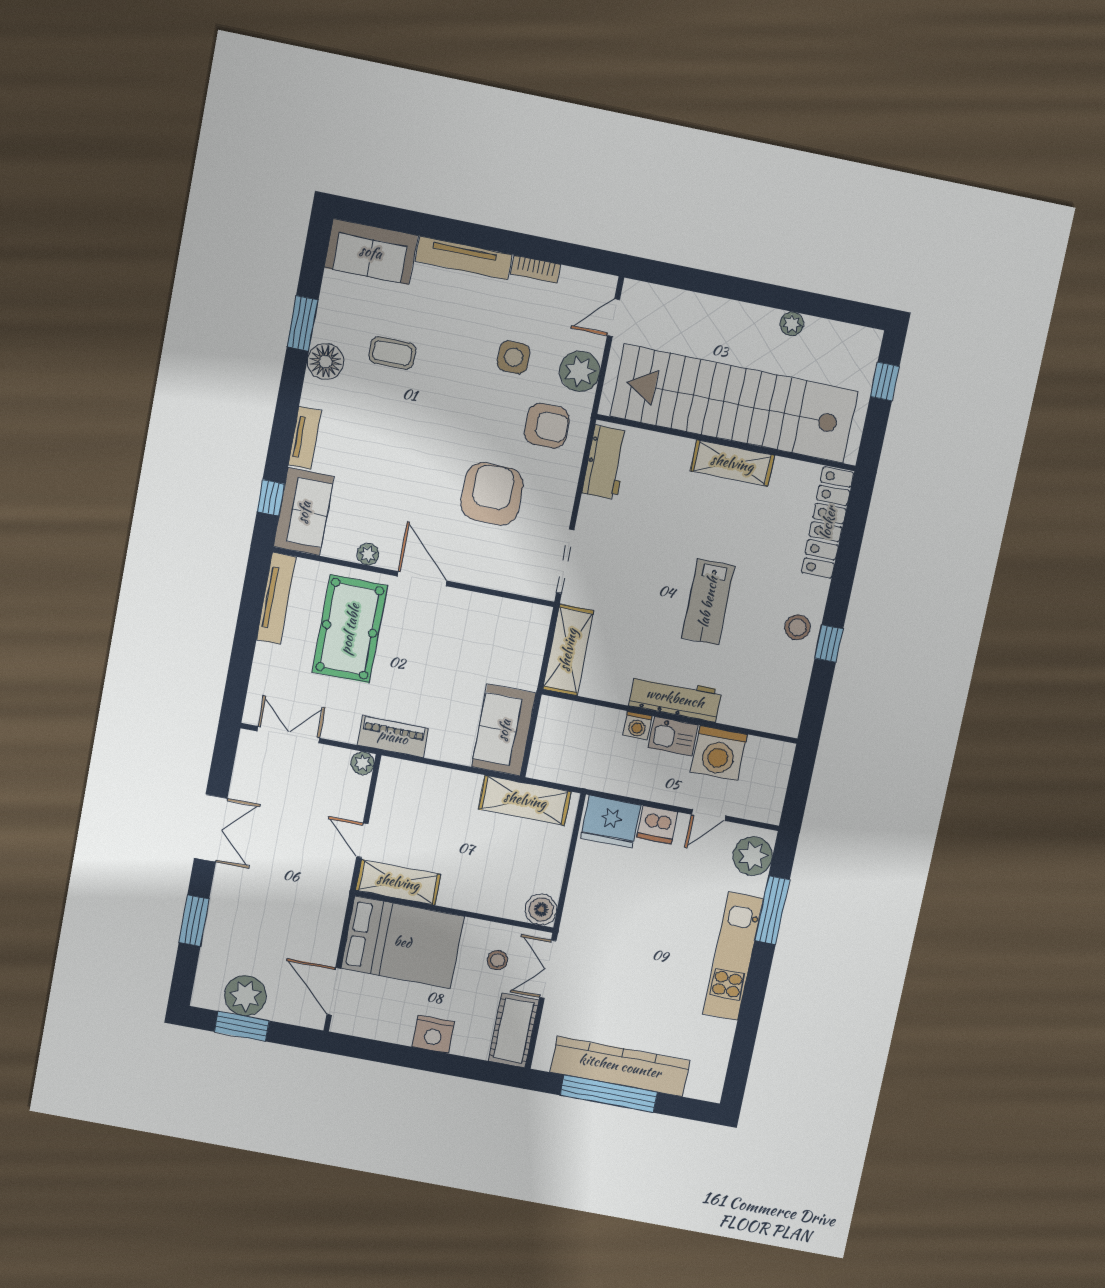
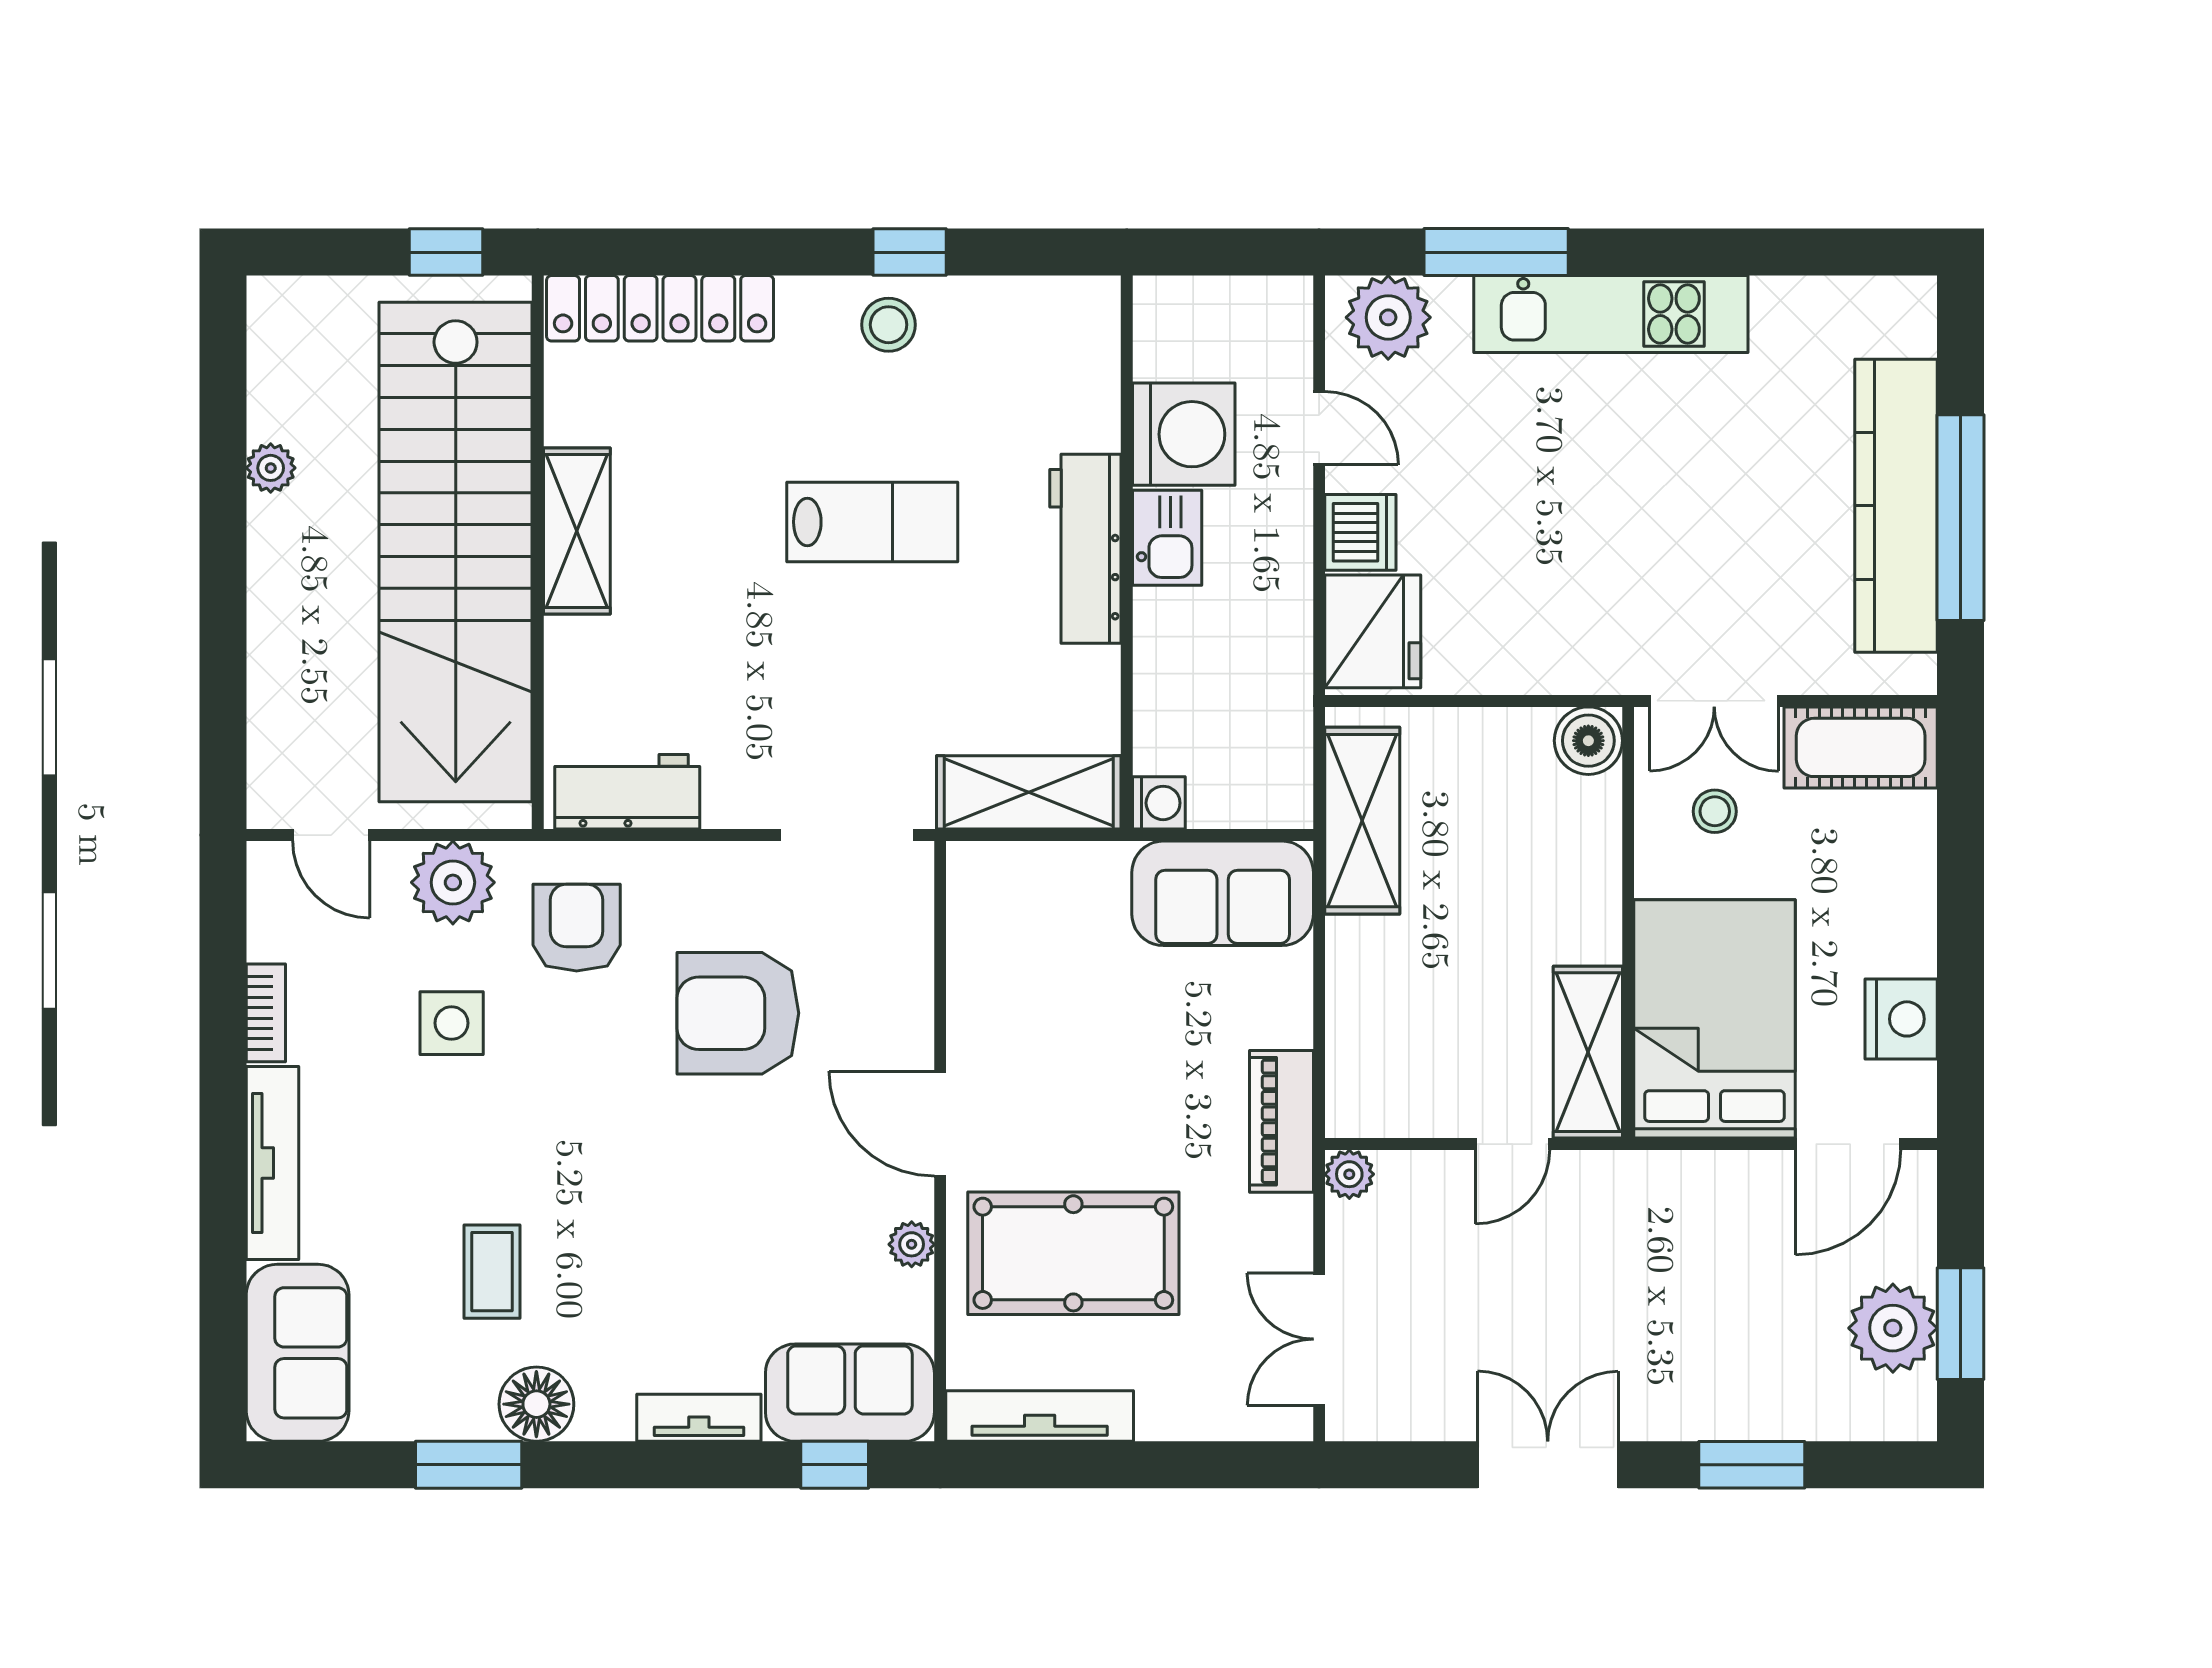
window: (885, 381) -> (446, 252), moved
door: (422, 579) -> (940, 1124), hinge flipped
washing machine: (638, 726) -> (1159, 803), moved
nightstand: (433, 1034) -> (1901, 1019), moved

